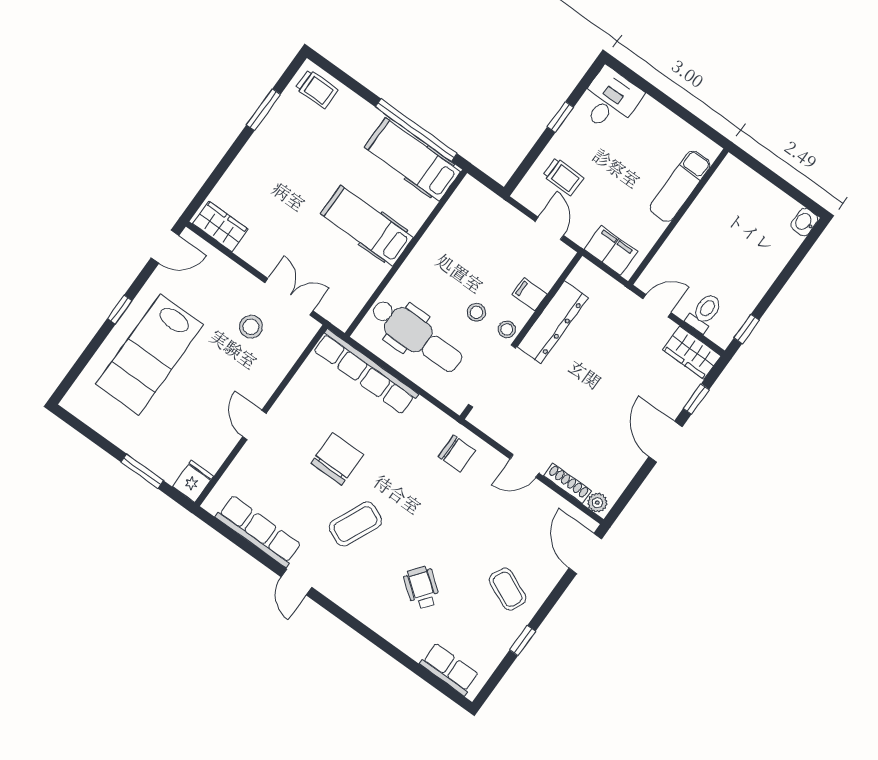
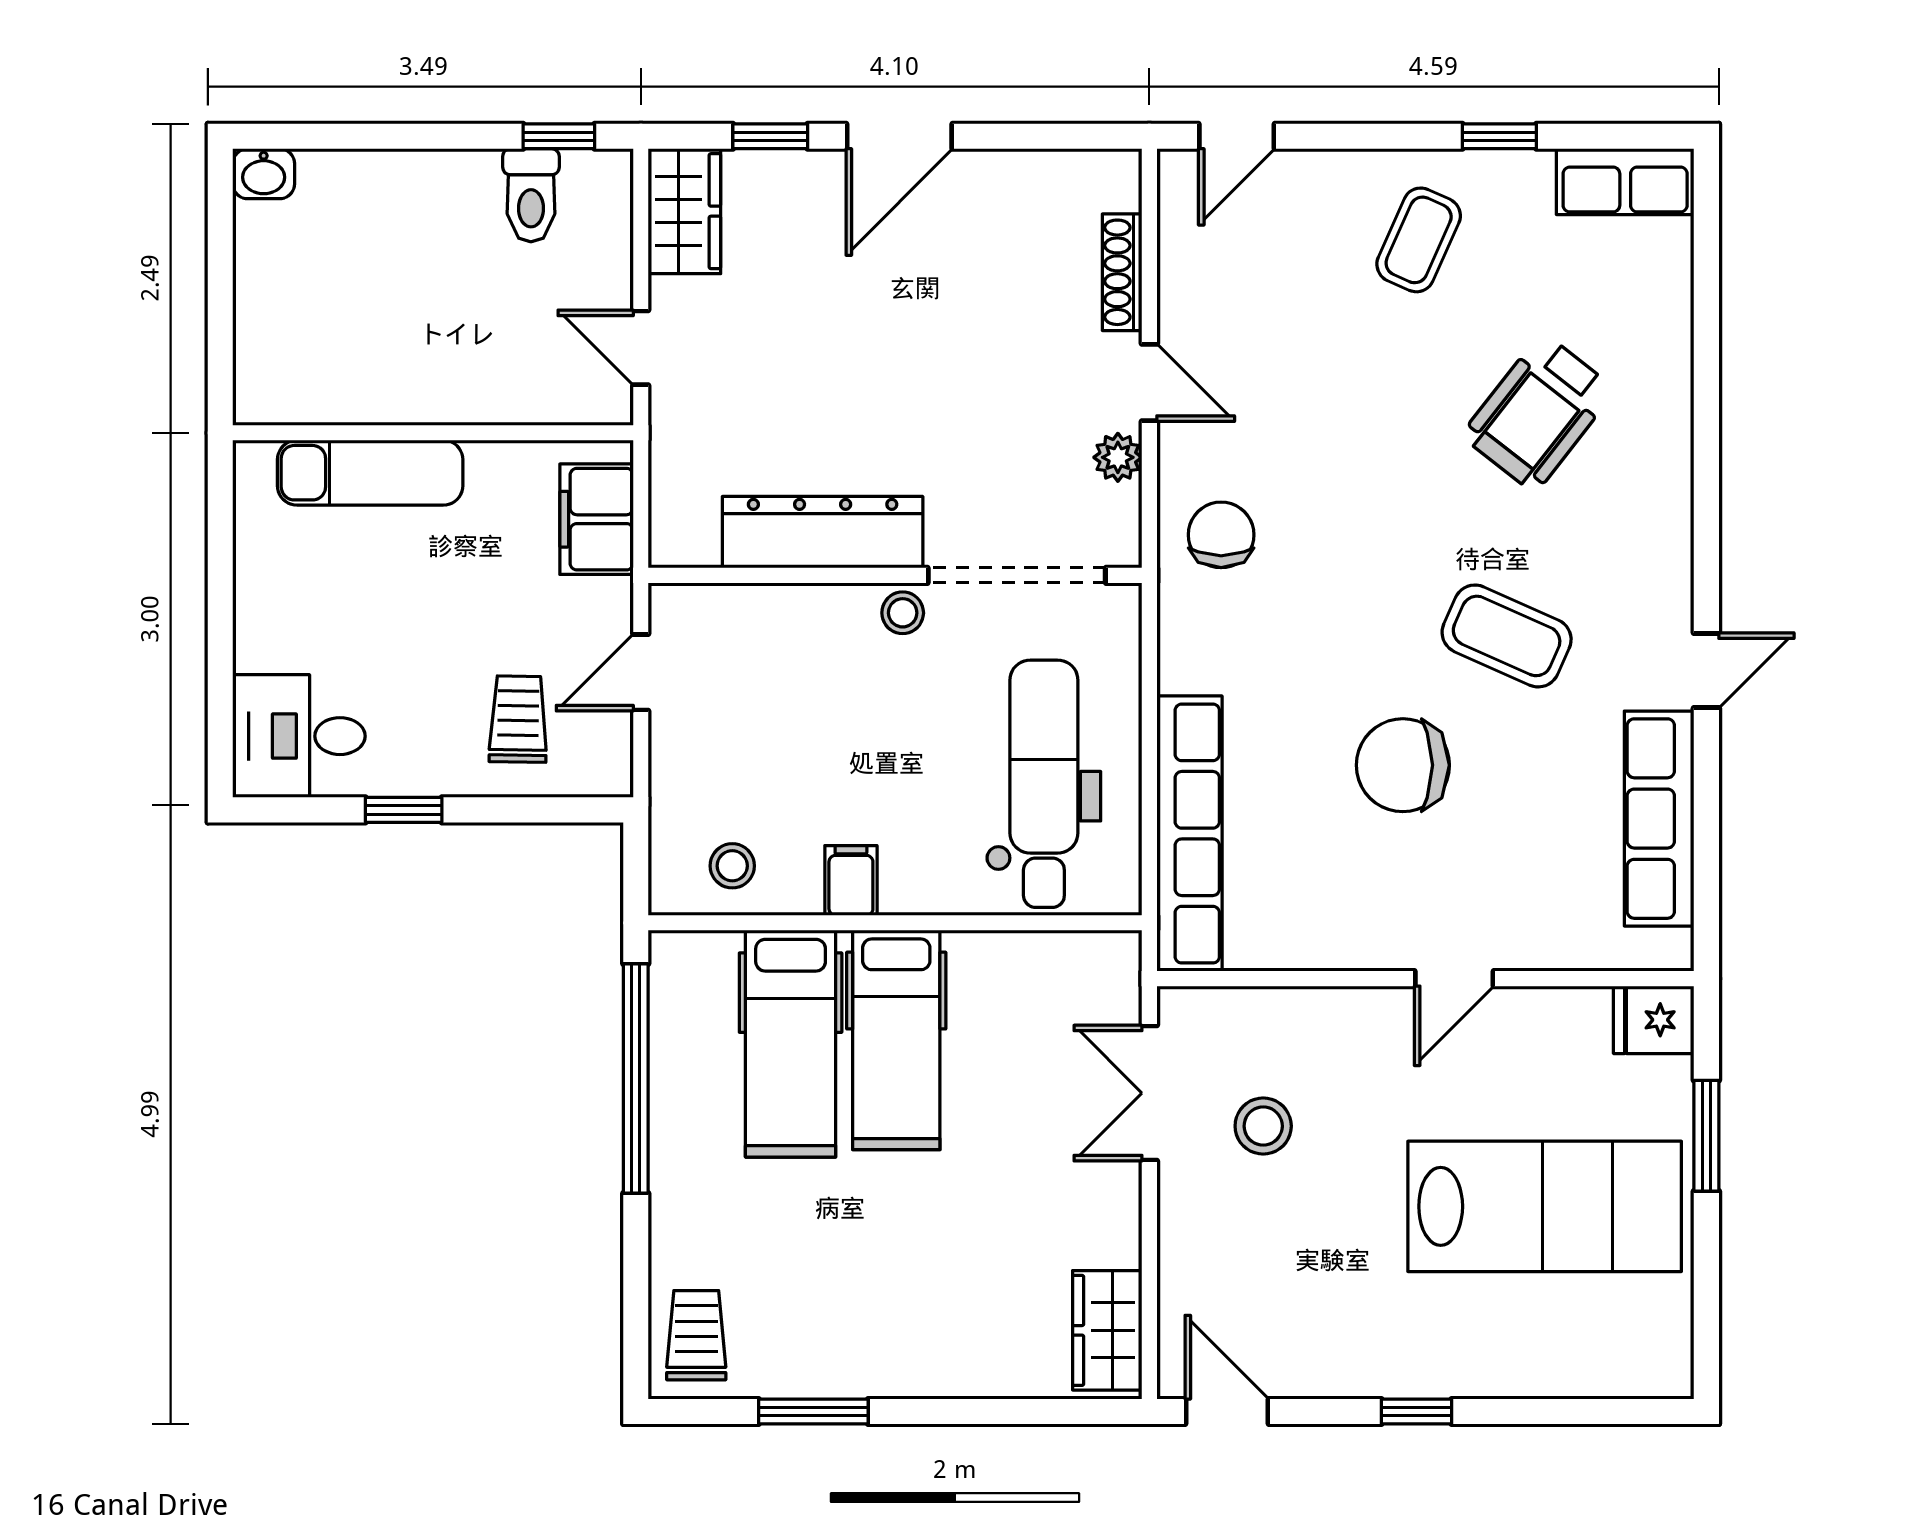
hospital bed: (412, 159) -> (791, 1044), moved
filing cabinet: (530, 294) -> (851, 880), moved, turned 180
stool: (476, 312) -> (732, 866), moved
toilet: (704, 313) -> (531, 195), moved, turned -90
lab bench: (150, 355) -> (1545, 1206), moved
plant: (597, 503) -> (1118, 457), moved
door: (585, 554) -> (1237, 136), width x0.73
wheelchair: (422, 588) -> (1538, 413), width x1.36, depth x1.37
row of seats: (449, 669) -> (1625, 182), moved, turned -90

